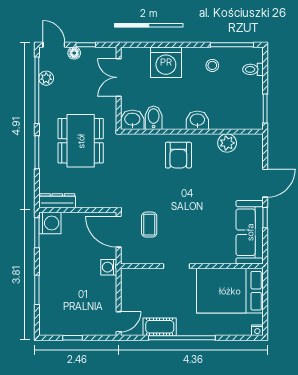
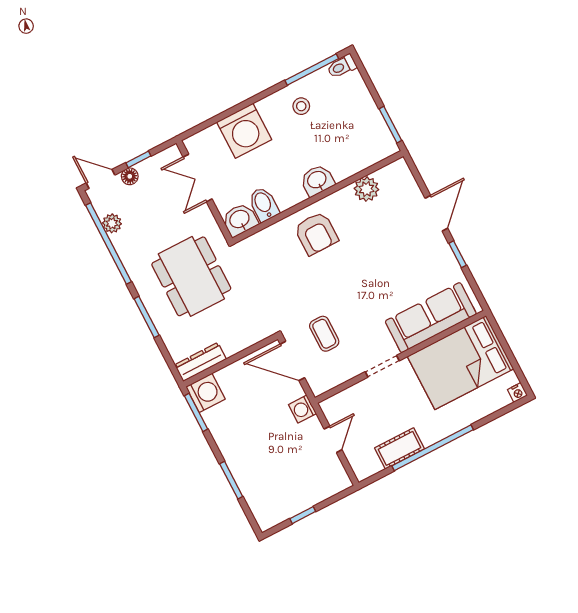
toilet: (253, 69) -> (342, 66), moved
sofa: (250, 232) -> (431, 318), moved, turned 90
door: (119, 322) -> (333, 439), moved

